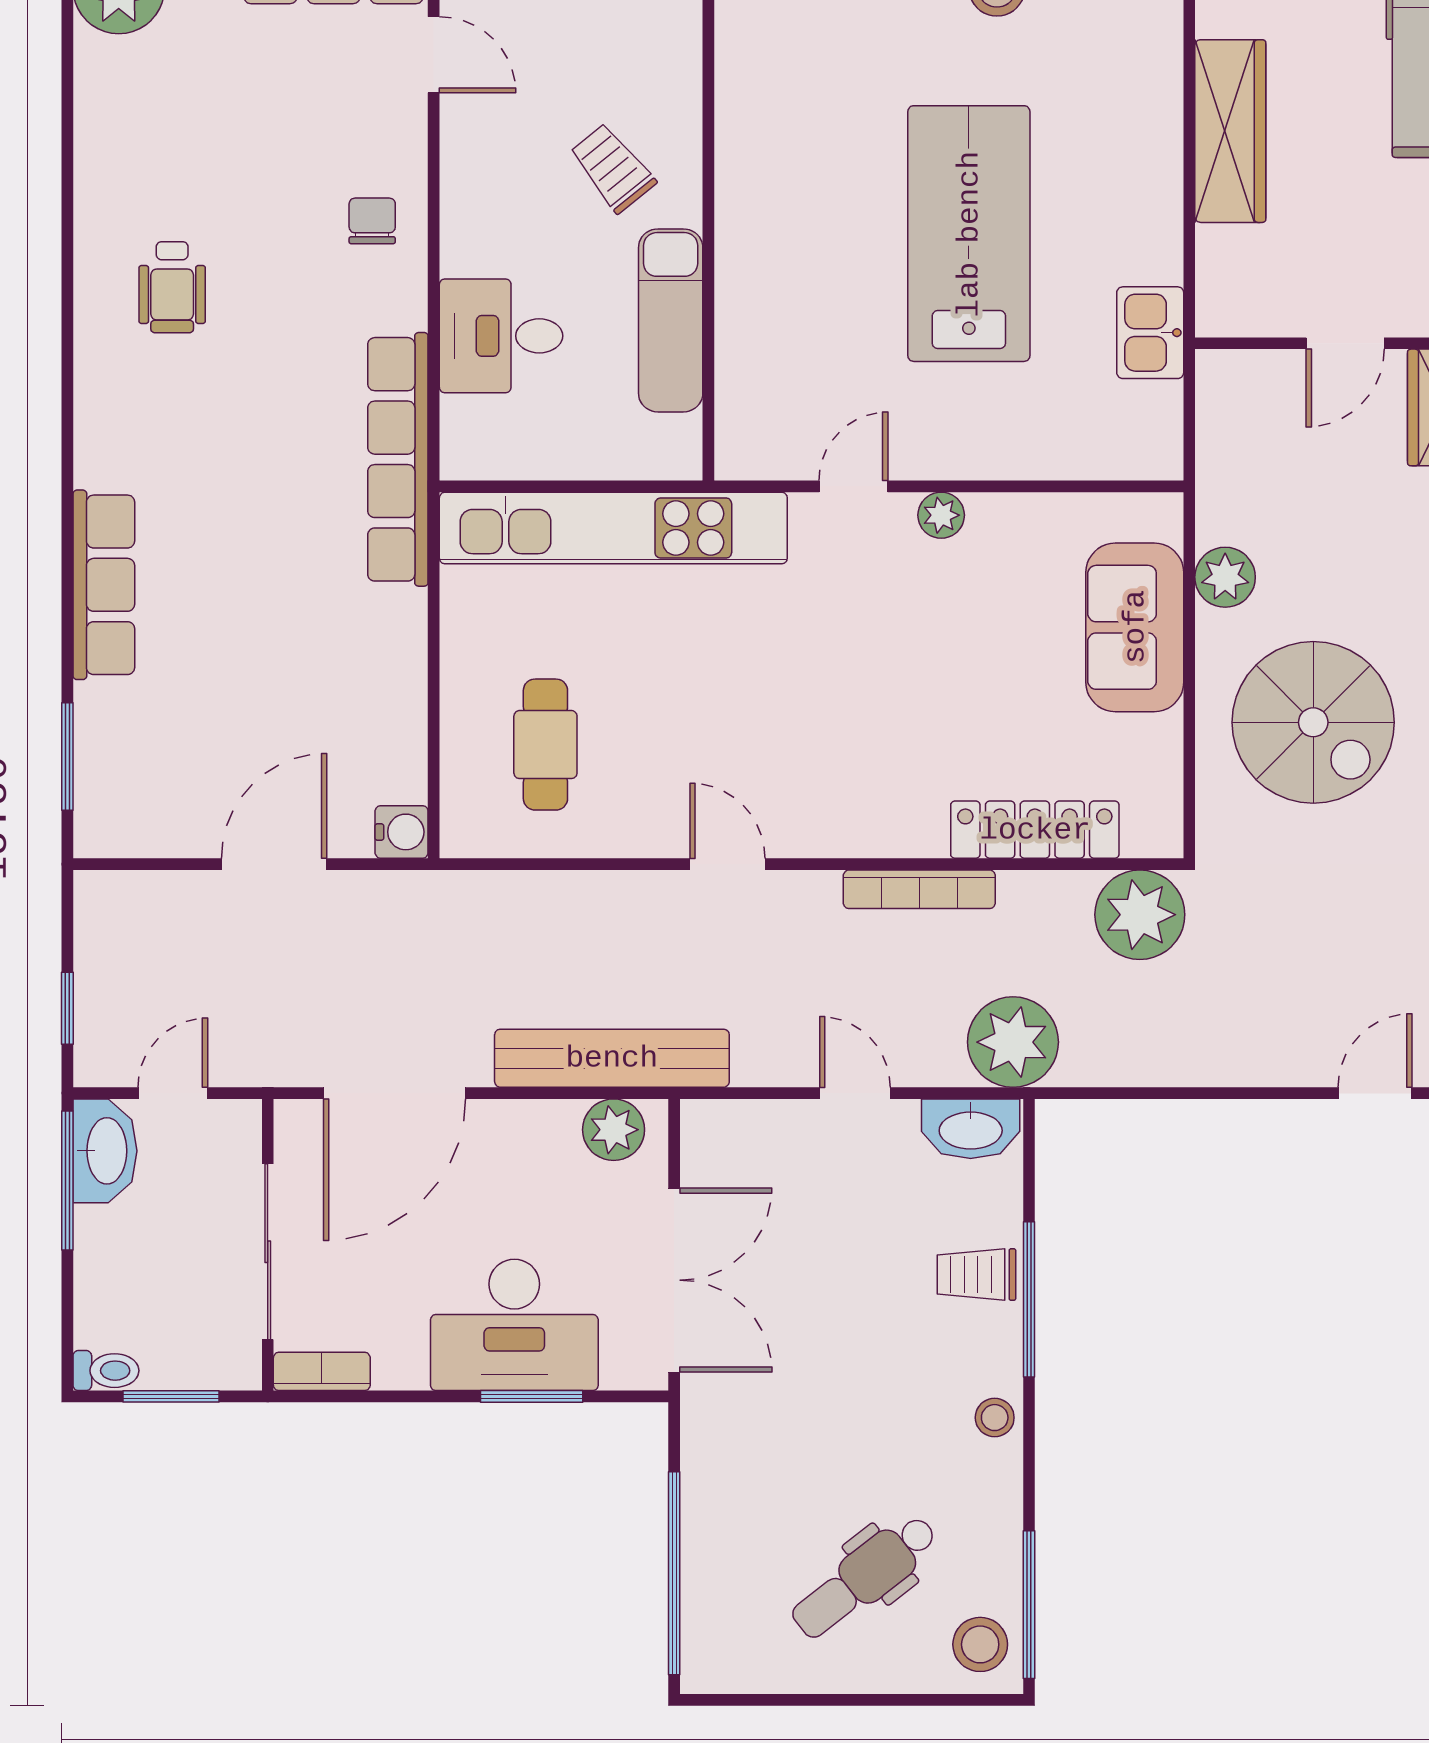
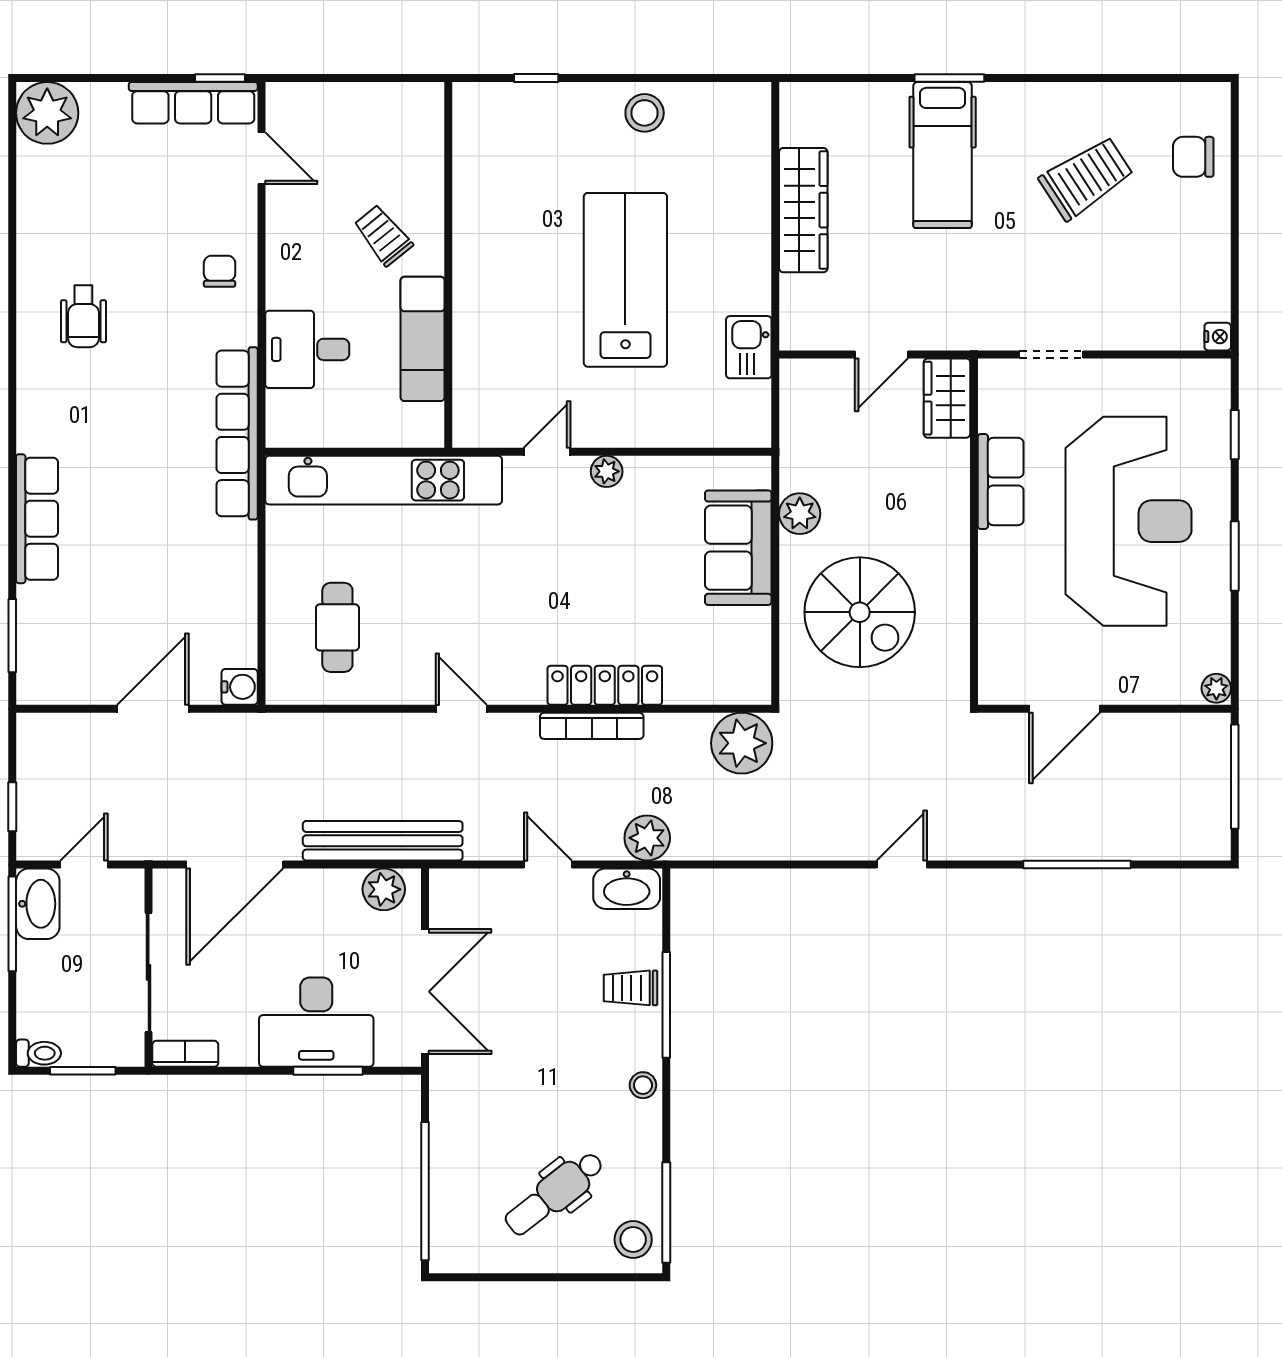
locker: (1035, 830) -> (605, 685), moved
plant: (1013, 1042) -> (647, 838), width x0.73, depth x0.73

